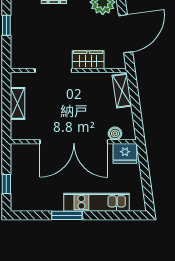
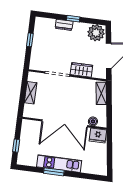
kitchen unit: (96, 202) -> (59, 164), moved

